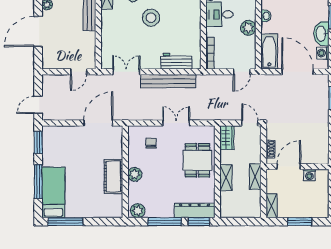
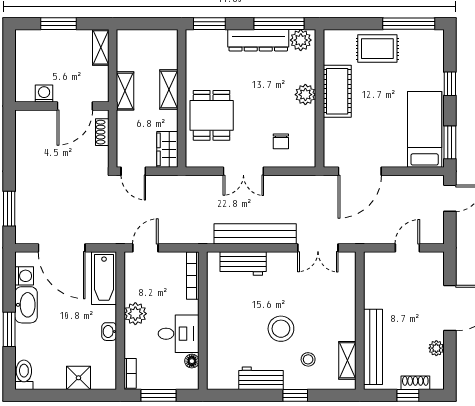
door: (79, 72) -> (407, 248), moved
window: (38, 181) -> (450, 84), width x0.46
bed: (53, 192) -> (425, 129), moved, turned 180
rug: (87, 205) -> (377, 49), added
dresser: (195, 211) -> (258, 40), moved
window: (165, 222) -> (279, 24), moved

